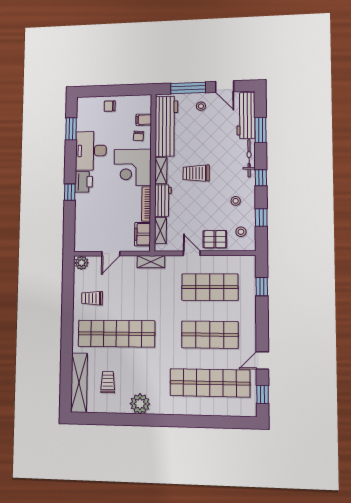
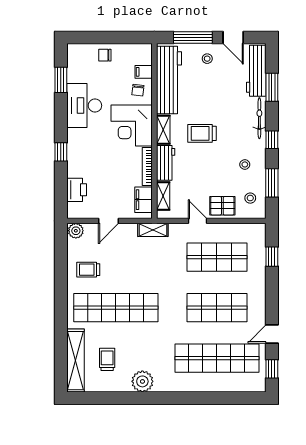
printer: (84, 182) -> (77, 190), moved
window: (261, 218) -> (272, 183), width x1.50

